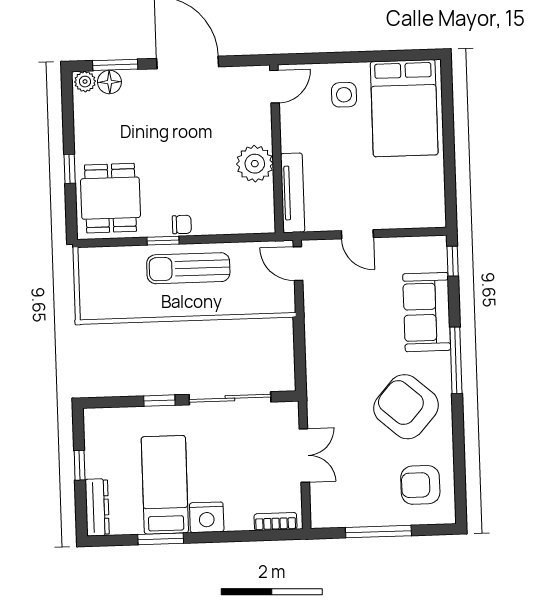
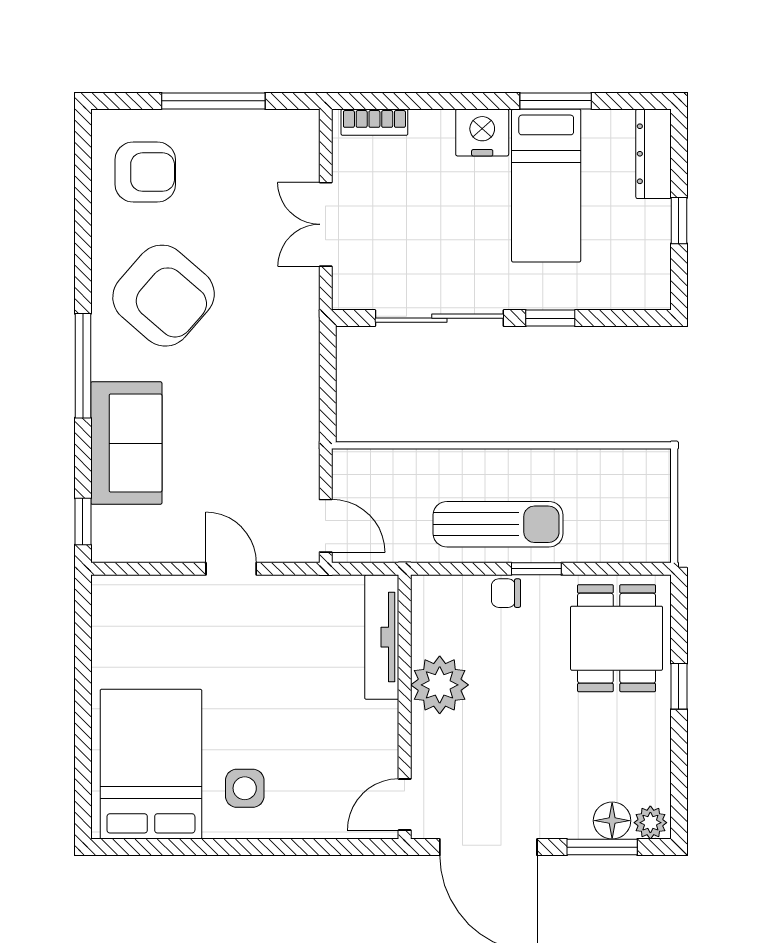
door: (275, 87) -> (405, 804), moved
wall: (277, 149) -> (405, 707), moved
plant: (255, 164) -> (440, 685), moved
tv unit: (293, 193) -> (382, 637), moved

